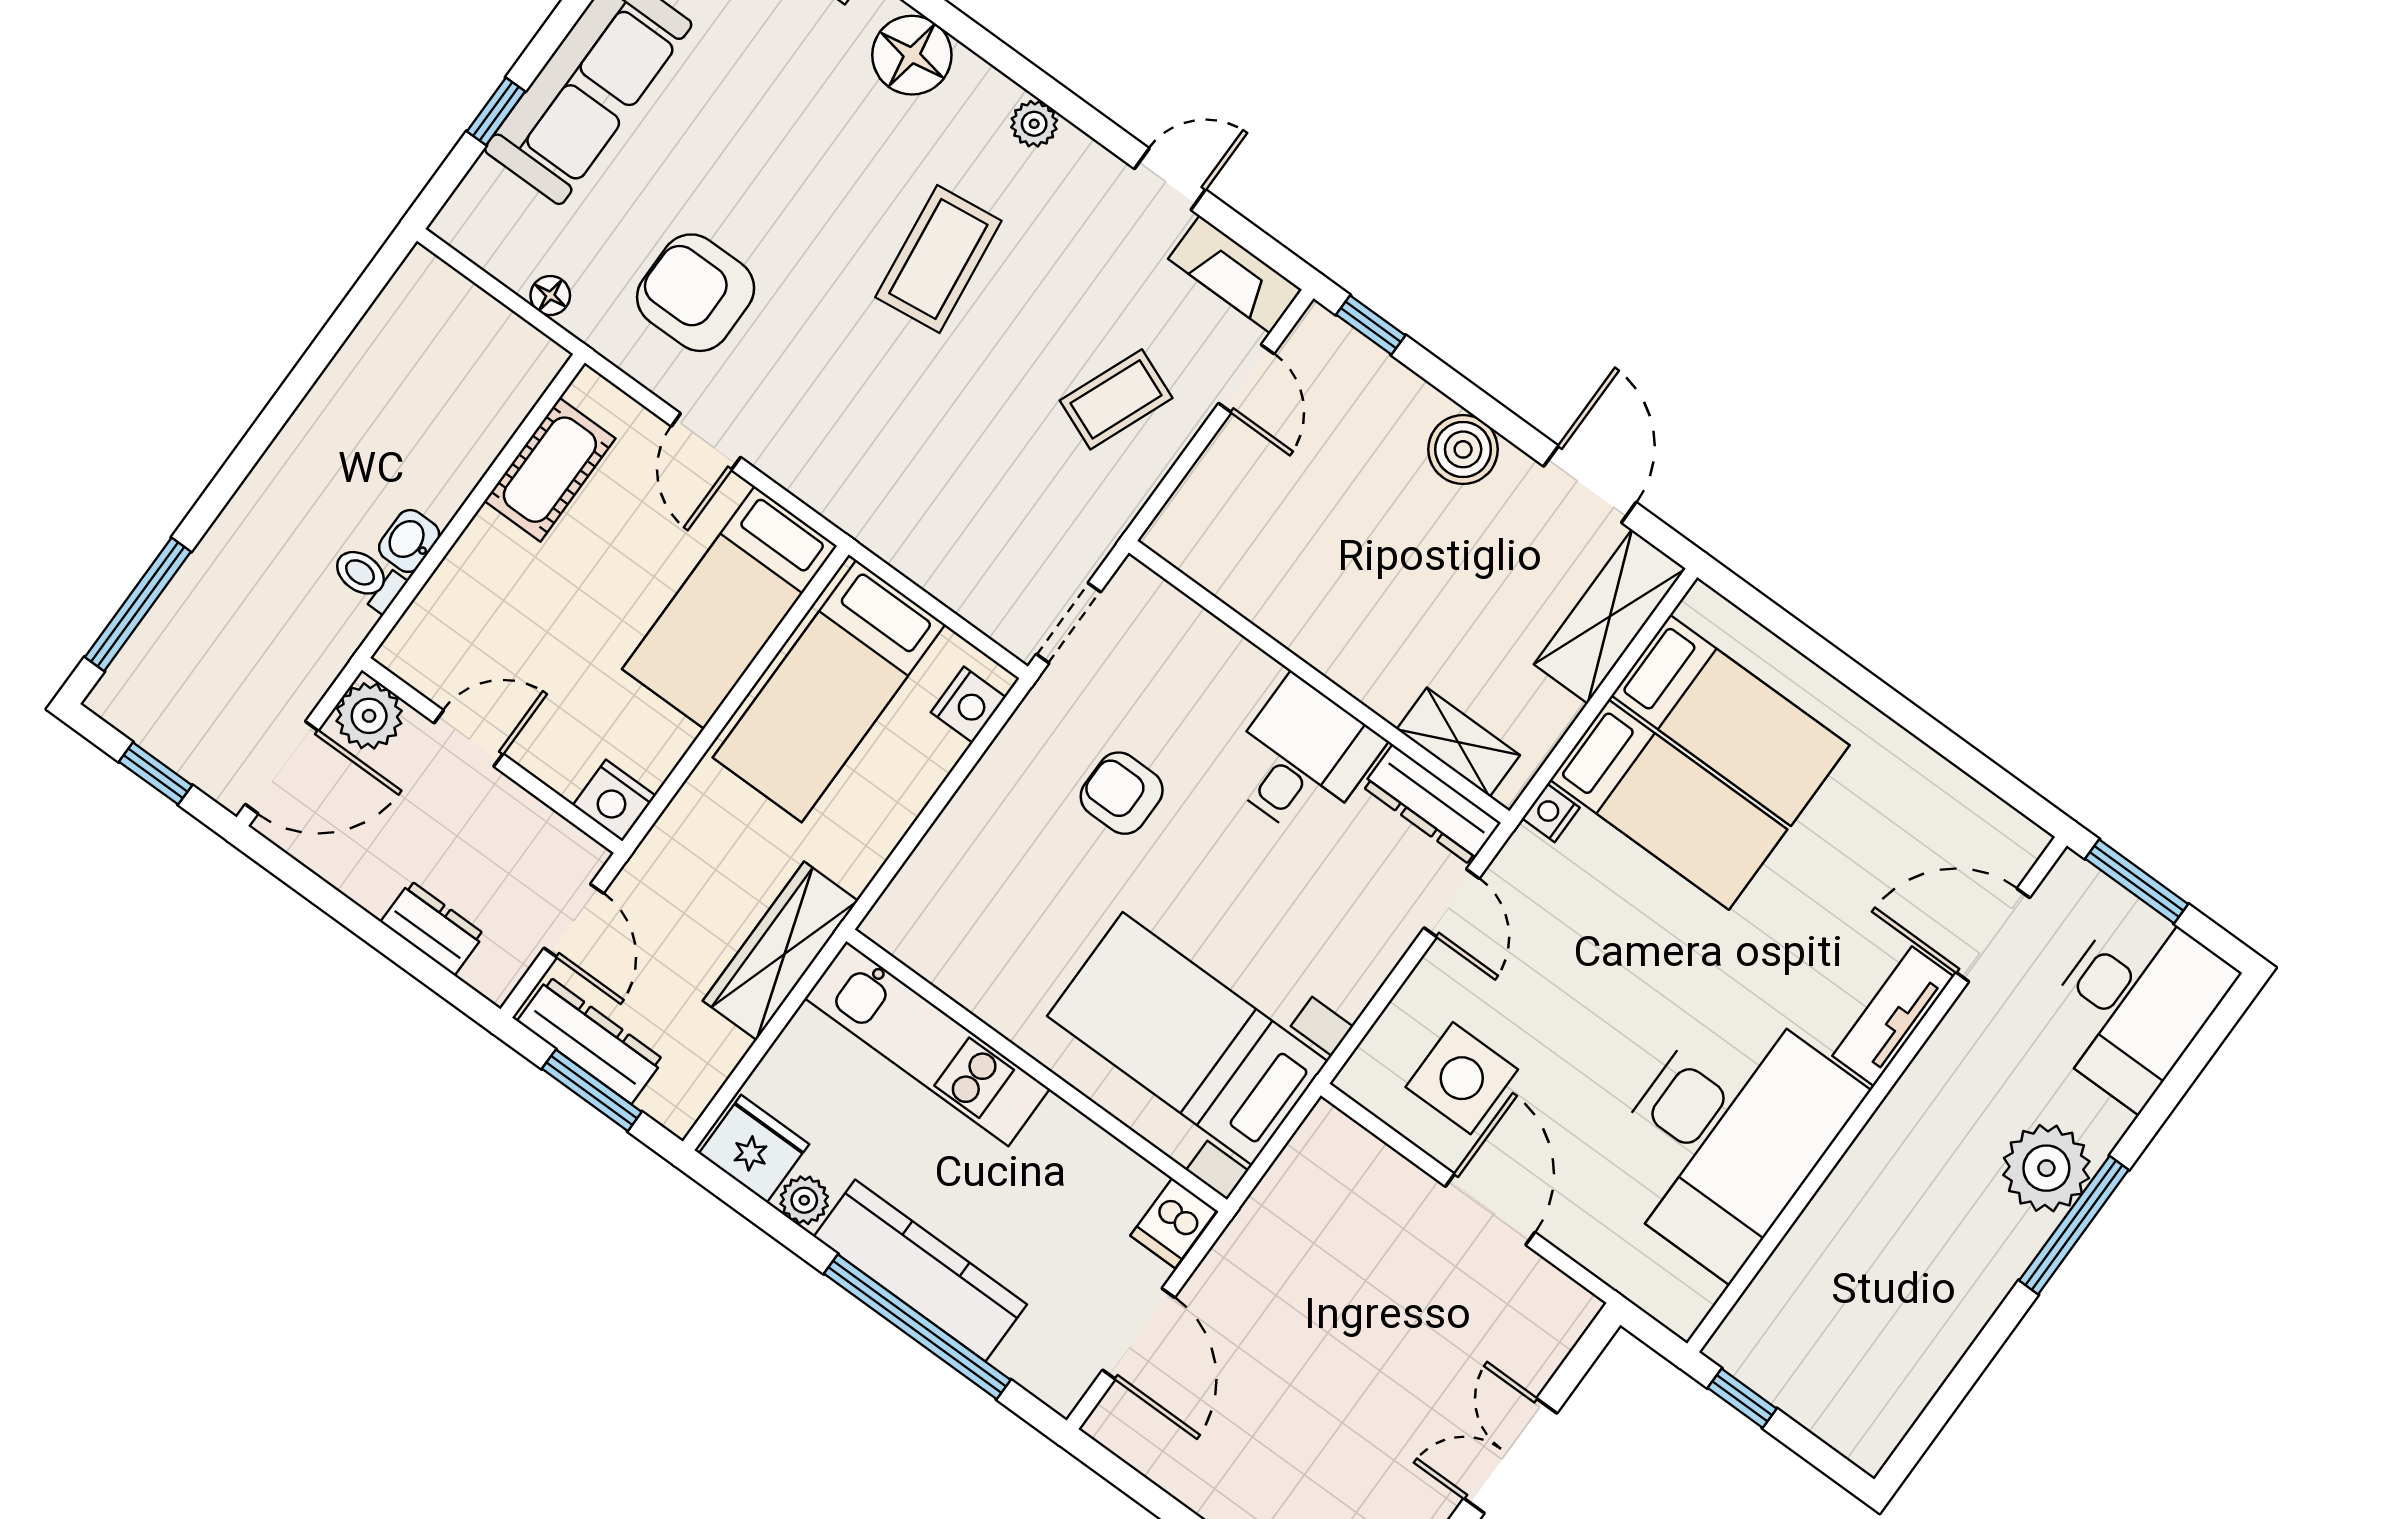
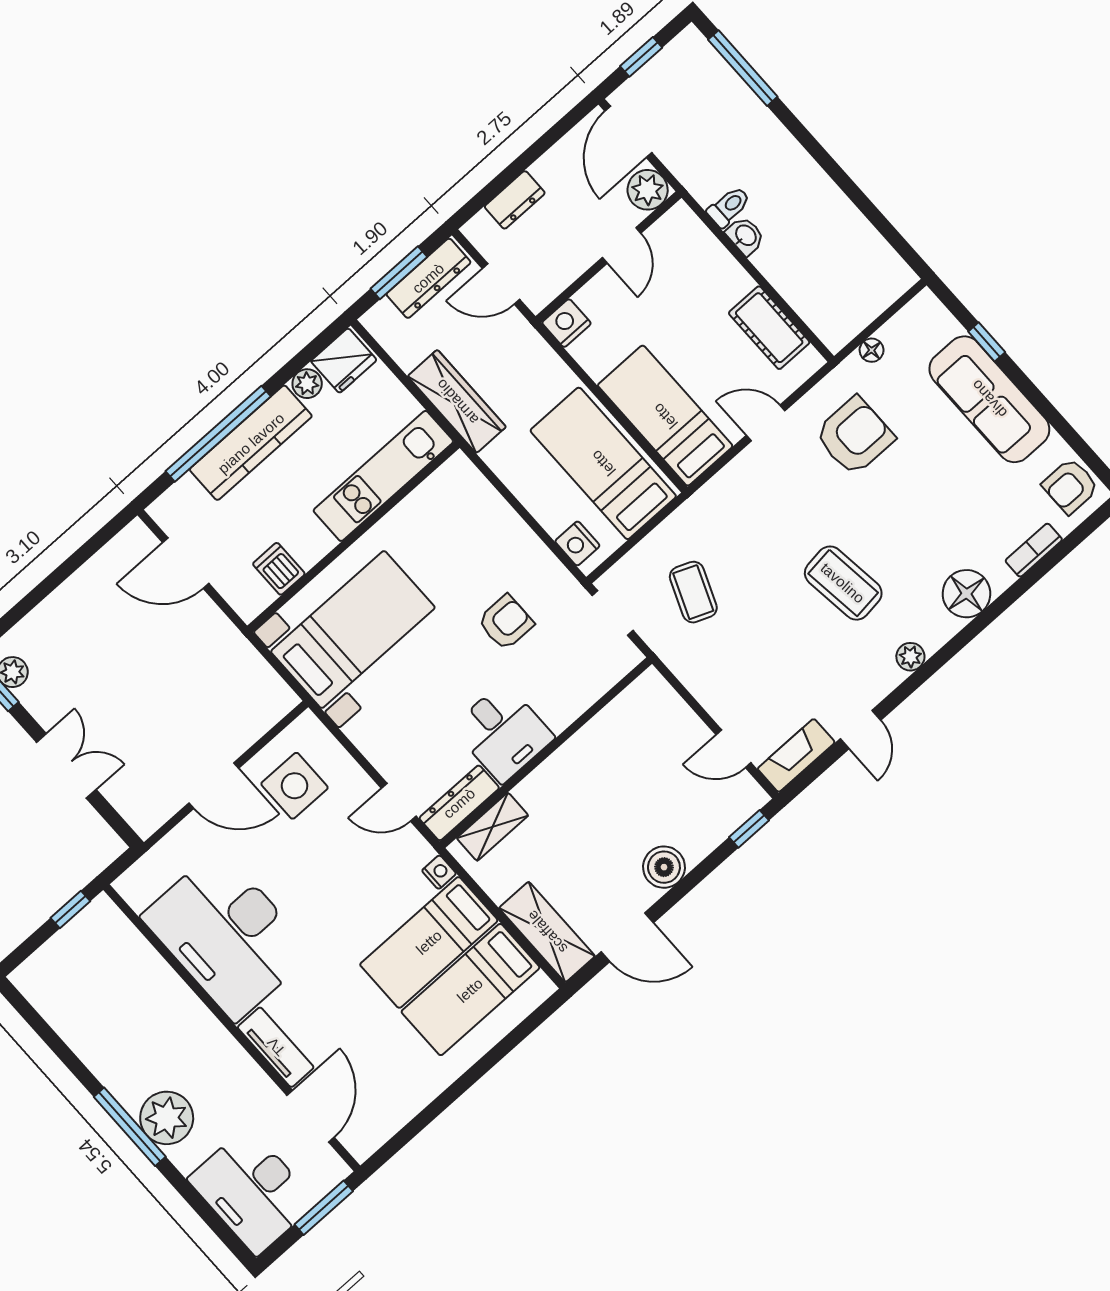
coffee table: (1116, 399) -> (693, 592), moved
dishwasher: (1174, 1223) -> (279, 569), moved

